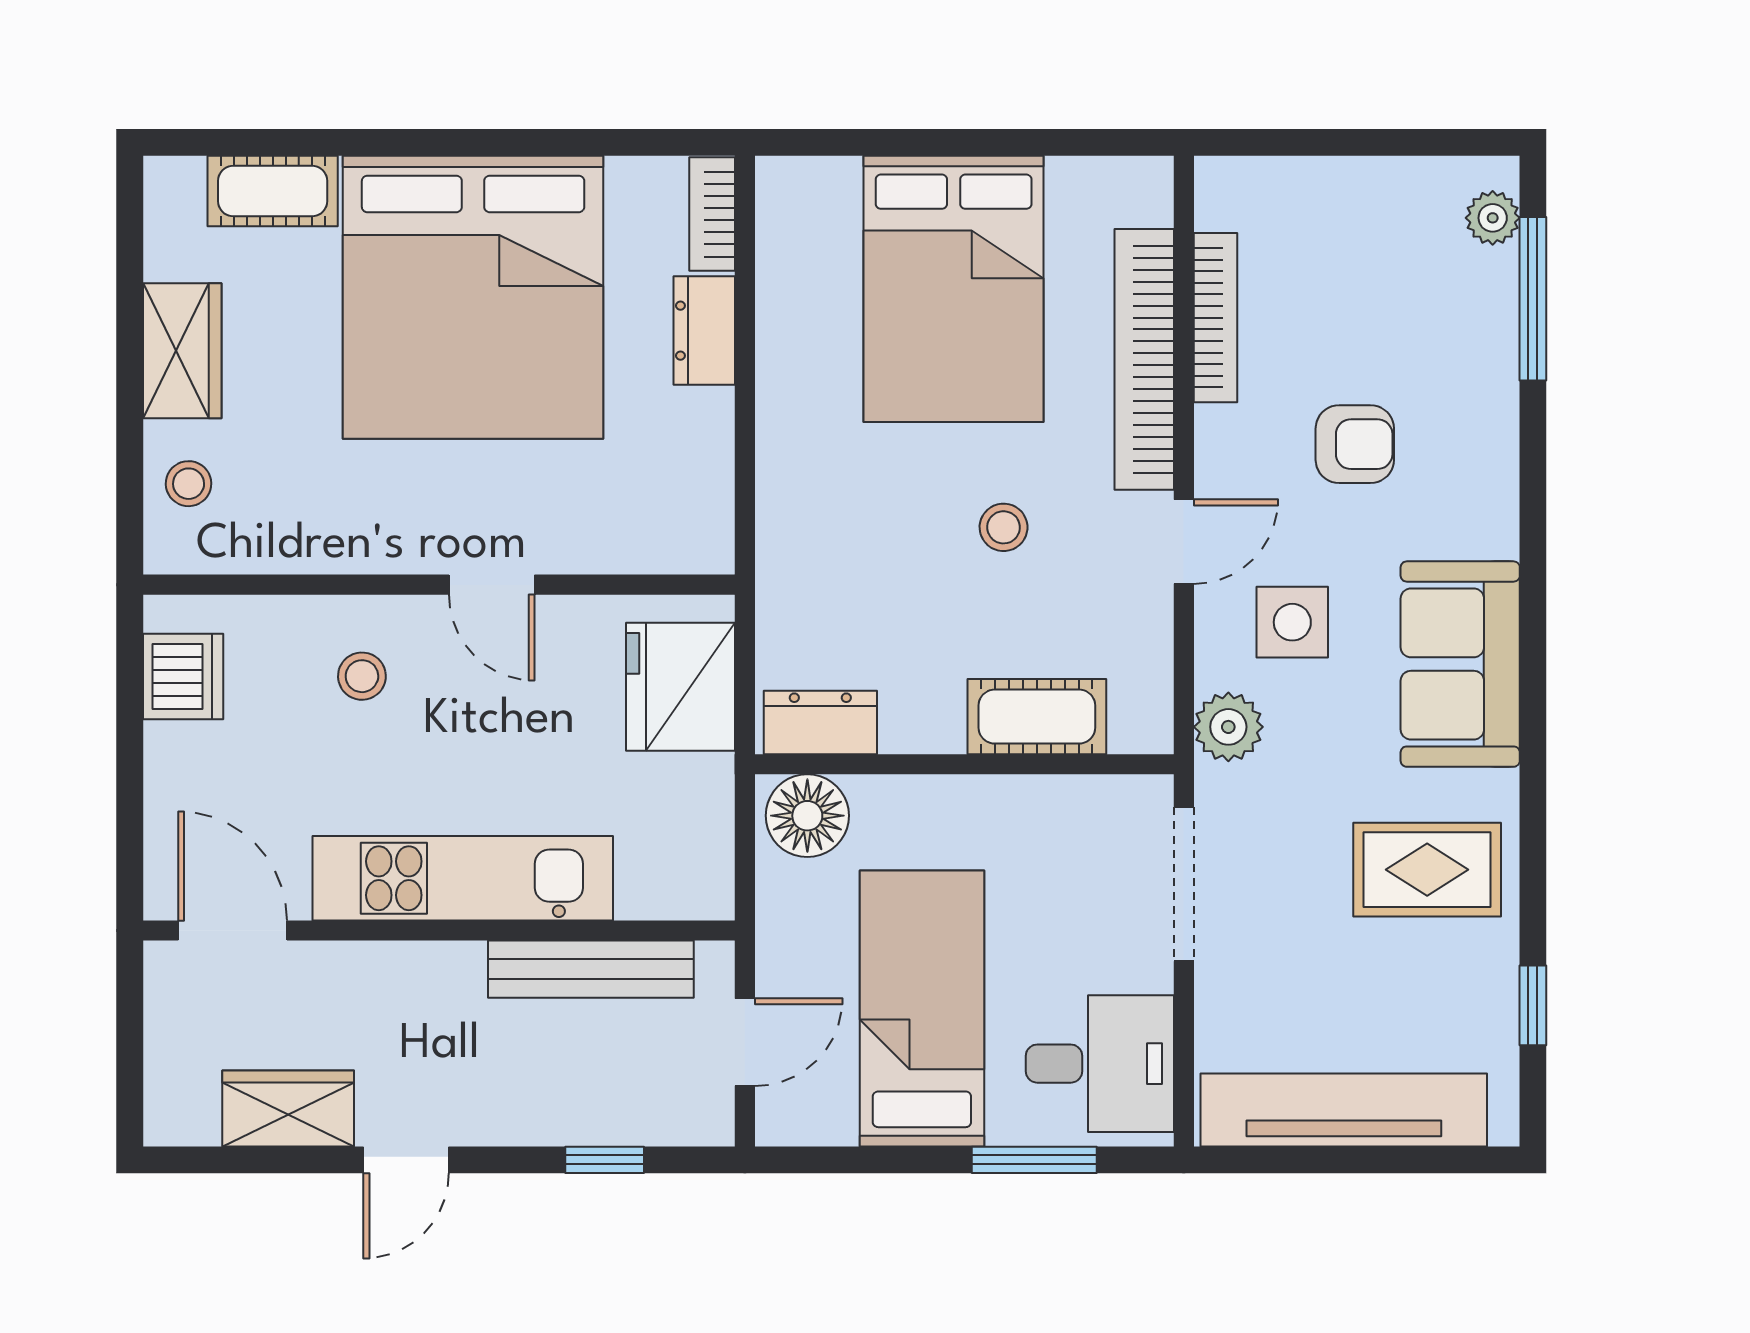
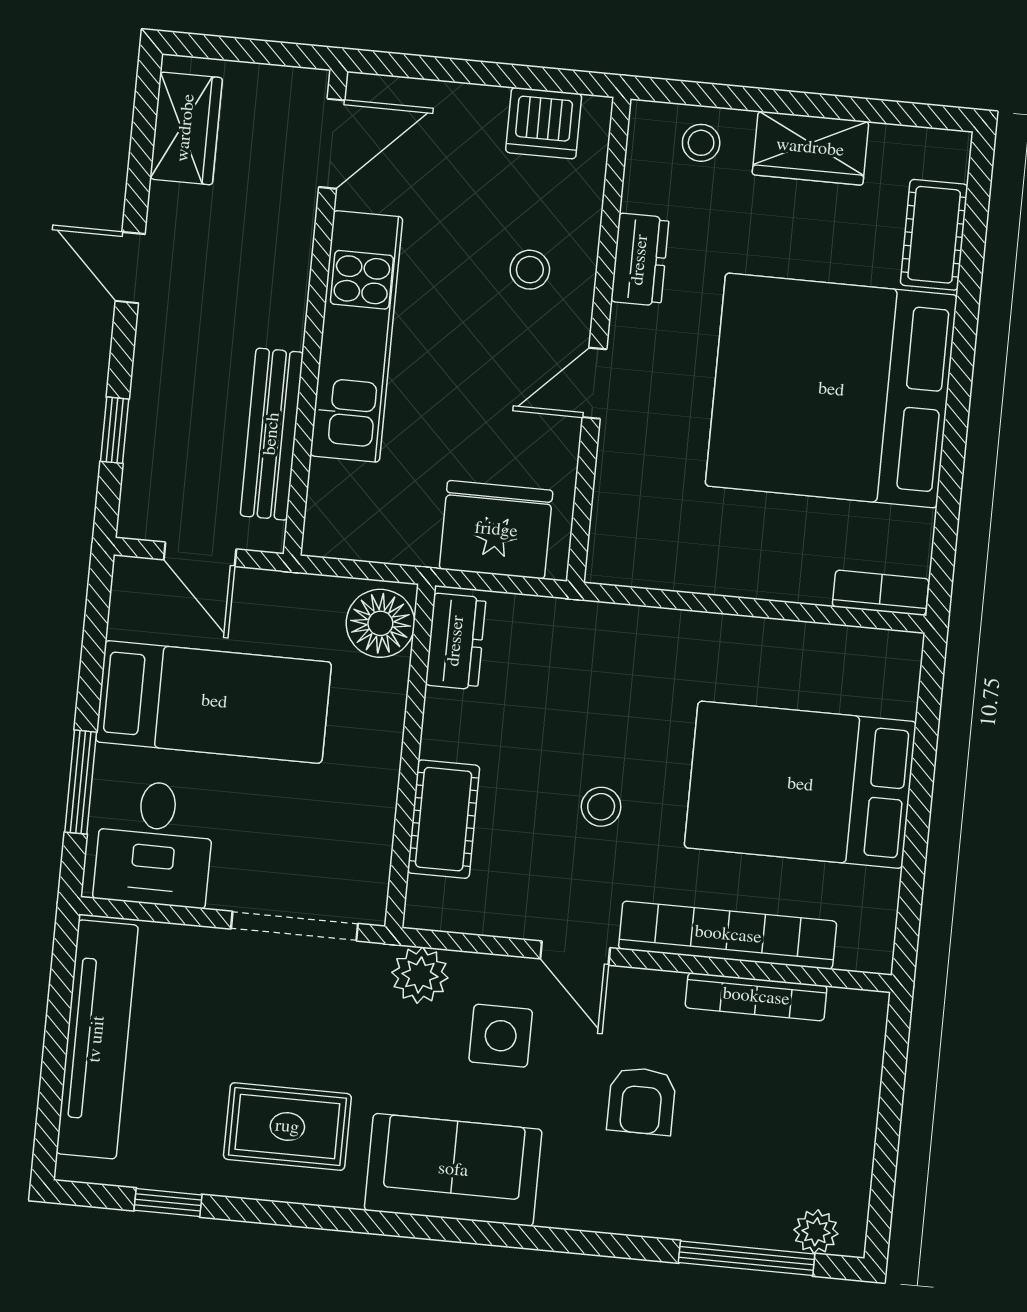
dresser: (704, 331) -> (640, 260), moved, turned 90
rug: (1427, 870) -> (287, 1127), turned 90
wardrobe: (288, 1109) -> (186, 128), moved

